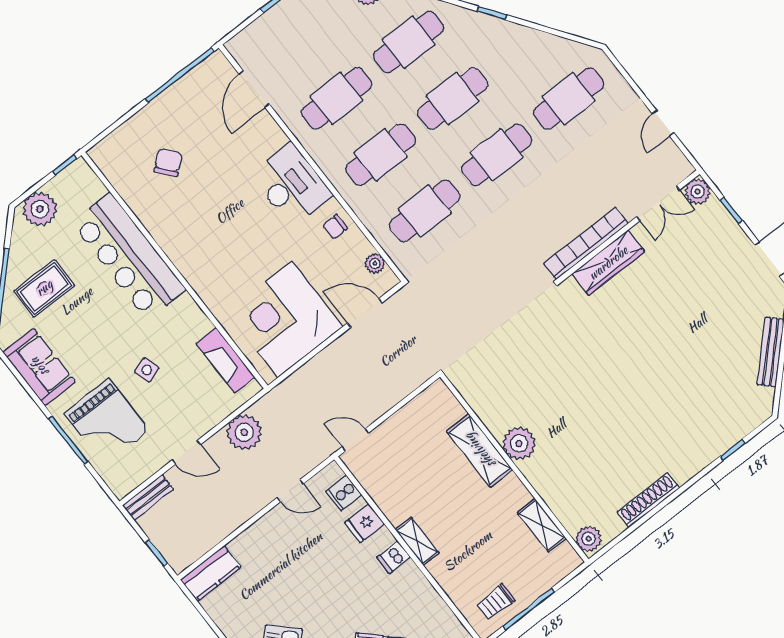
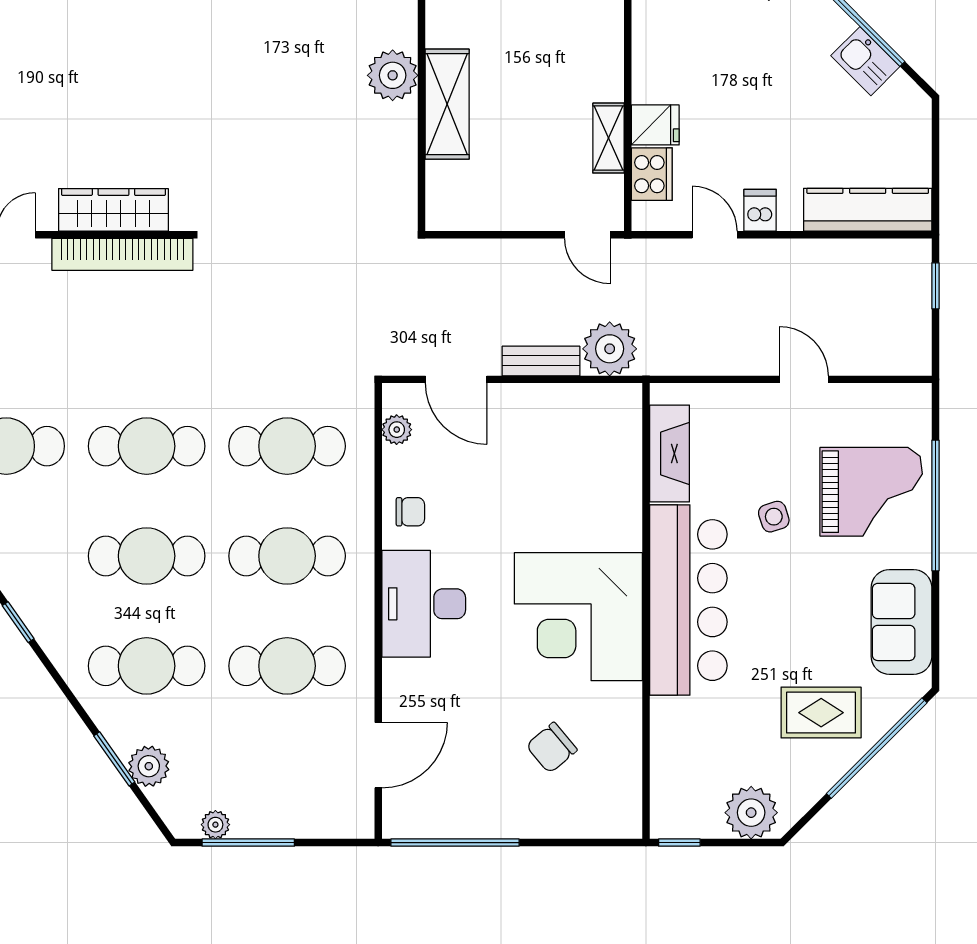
bar counter: (129, 256) -> (688, 600), moved
corner desk: (285, 320) -> (578, 617), moved, turned 90
grand piano: (107, 422) -> (871, 492), turned 90
plant: (244, 432) -> (610, 349), moved
window: (68, 440) -> (935, 505), width x1.46
cooker: (344, 493) -> (652, 174), width x1.36
bench: (148, 497) -> (541, 361), moved
shelving: (417, 541) -> (609, 138), moved
dishwasher: (394, 557) -> (760, 210), moved, turned -90
kitchen counter: (211, 573) -> (868, 210), width x1.50

